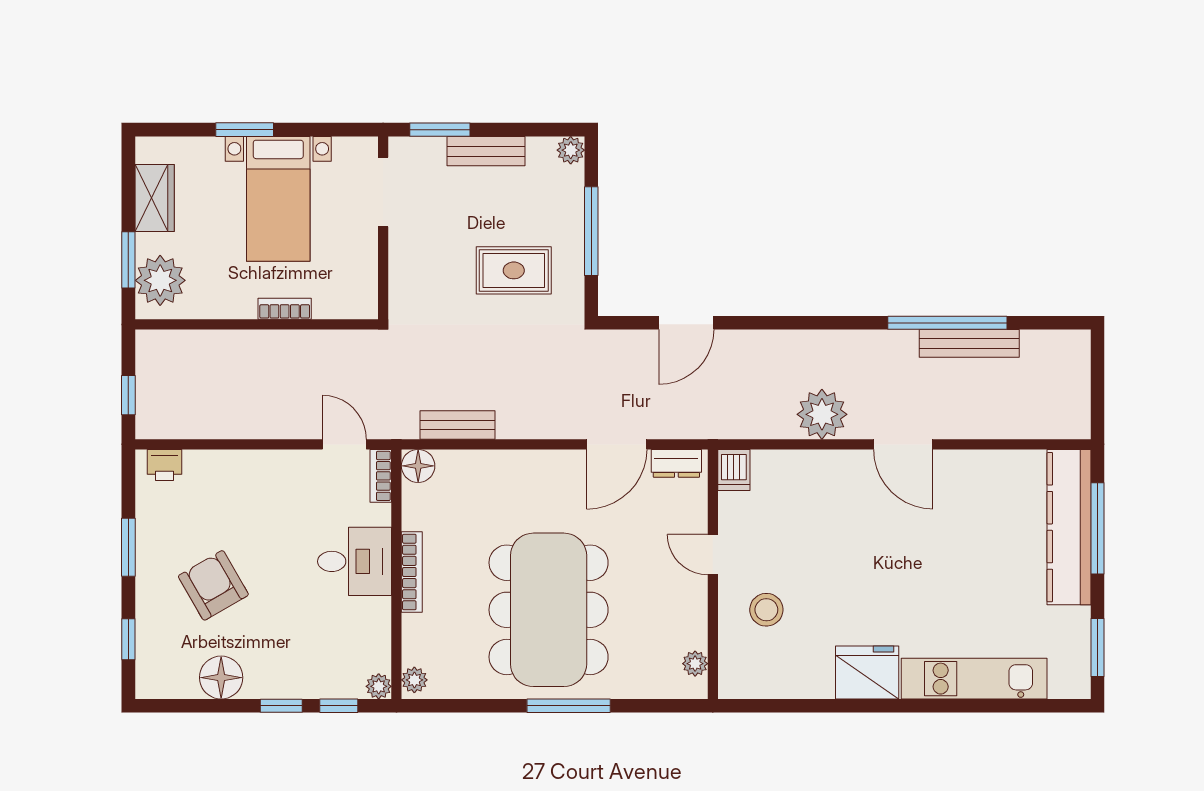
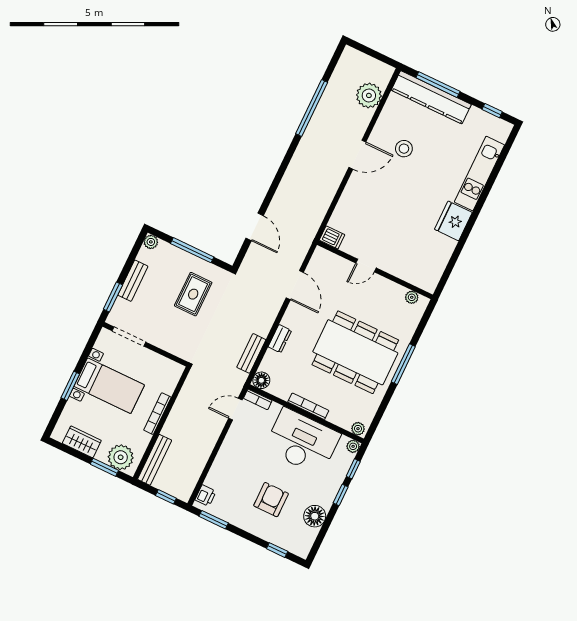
bookcase: (285, 309) -> (157, 414), width x1.56
bench: (969, 343) -> (155, 460), moved
plant: (822, 414) -> (369, 95), moved
dresser: (676, 463) -> (280, 339), moved
window: (128, 547) -> (214, 520), moved
desk: (355, 561) -> (302, 442), width x1.87, depth x1.30
armchair: (213, 585) -> (271, 500), turned 120
stool: (766, 610) -> (404, 149), moved
window: (1097, 647) -> (492, 111), width x0.67

